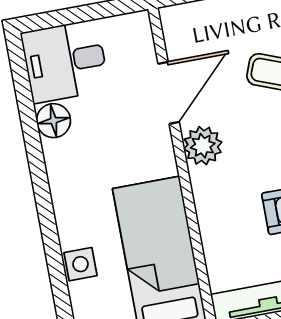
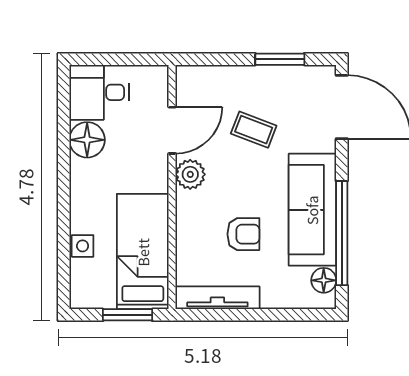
floor lamp: (53, 121) -> (87, 140), width x1.38, depth x1.38

